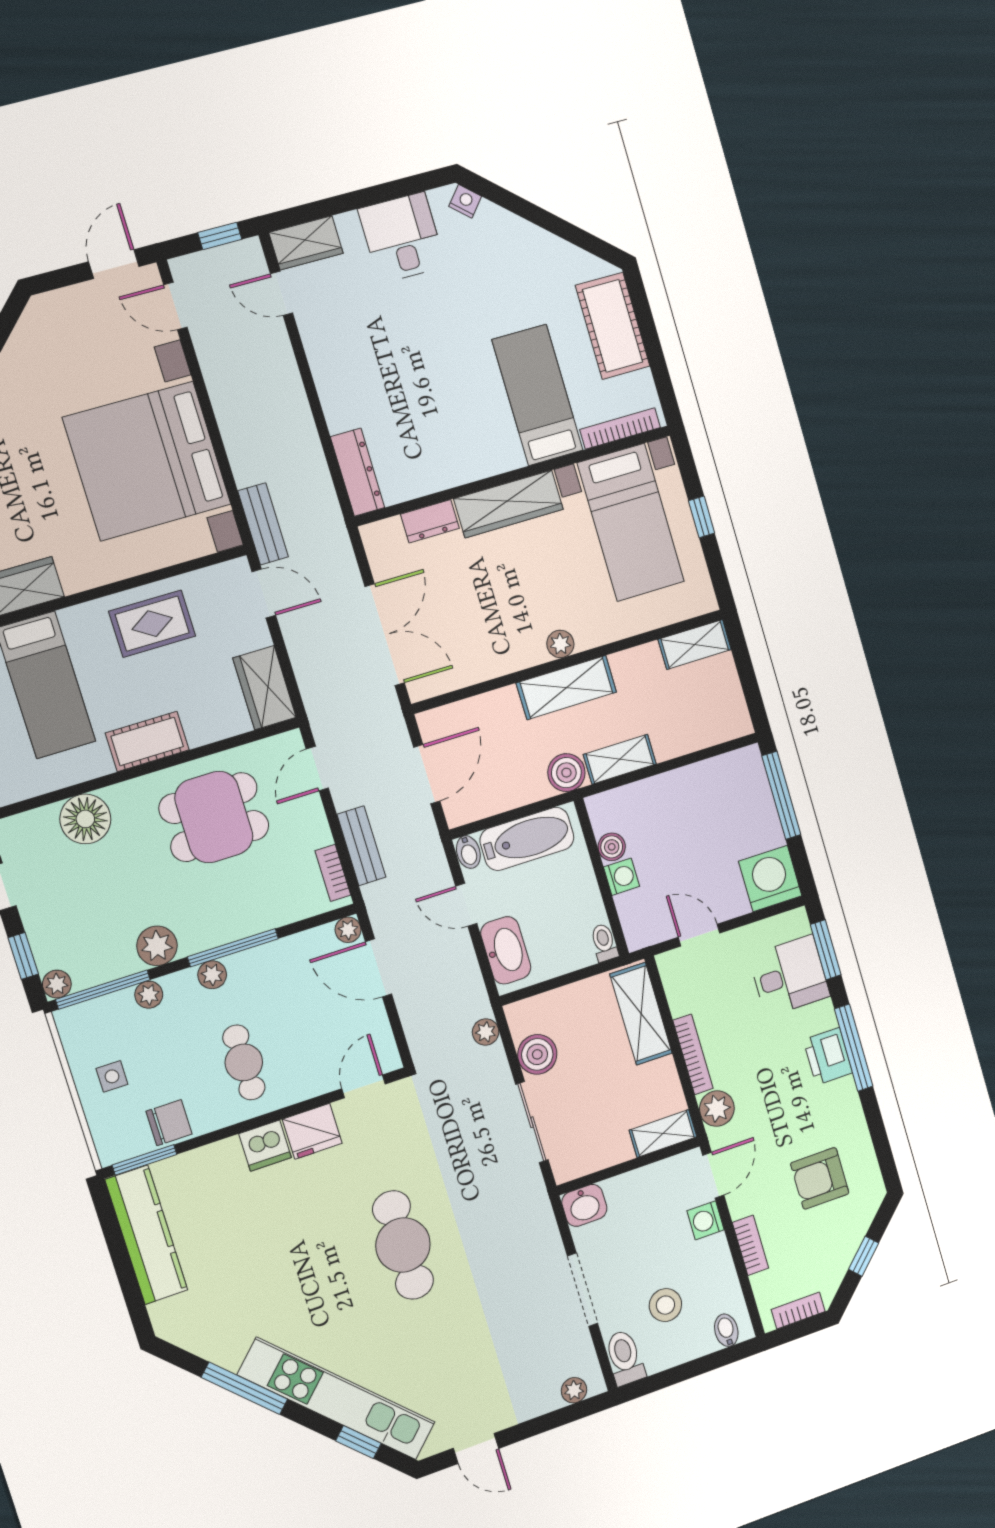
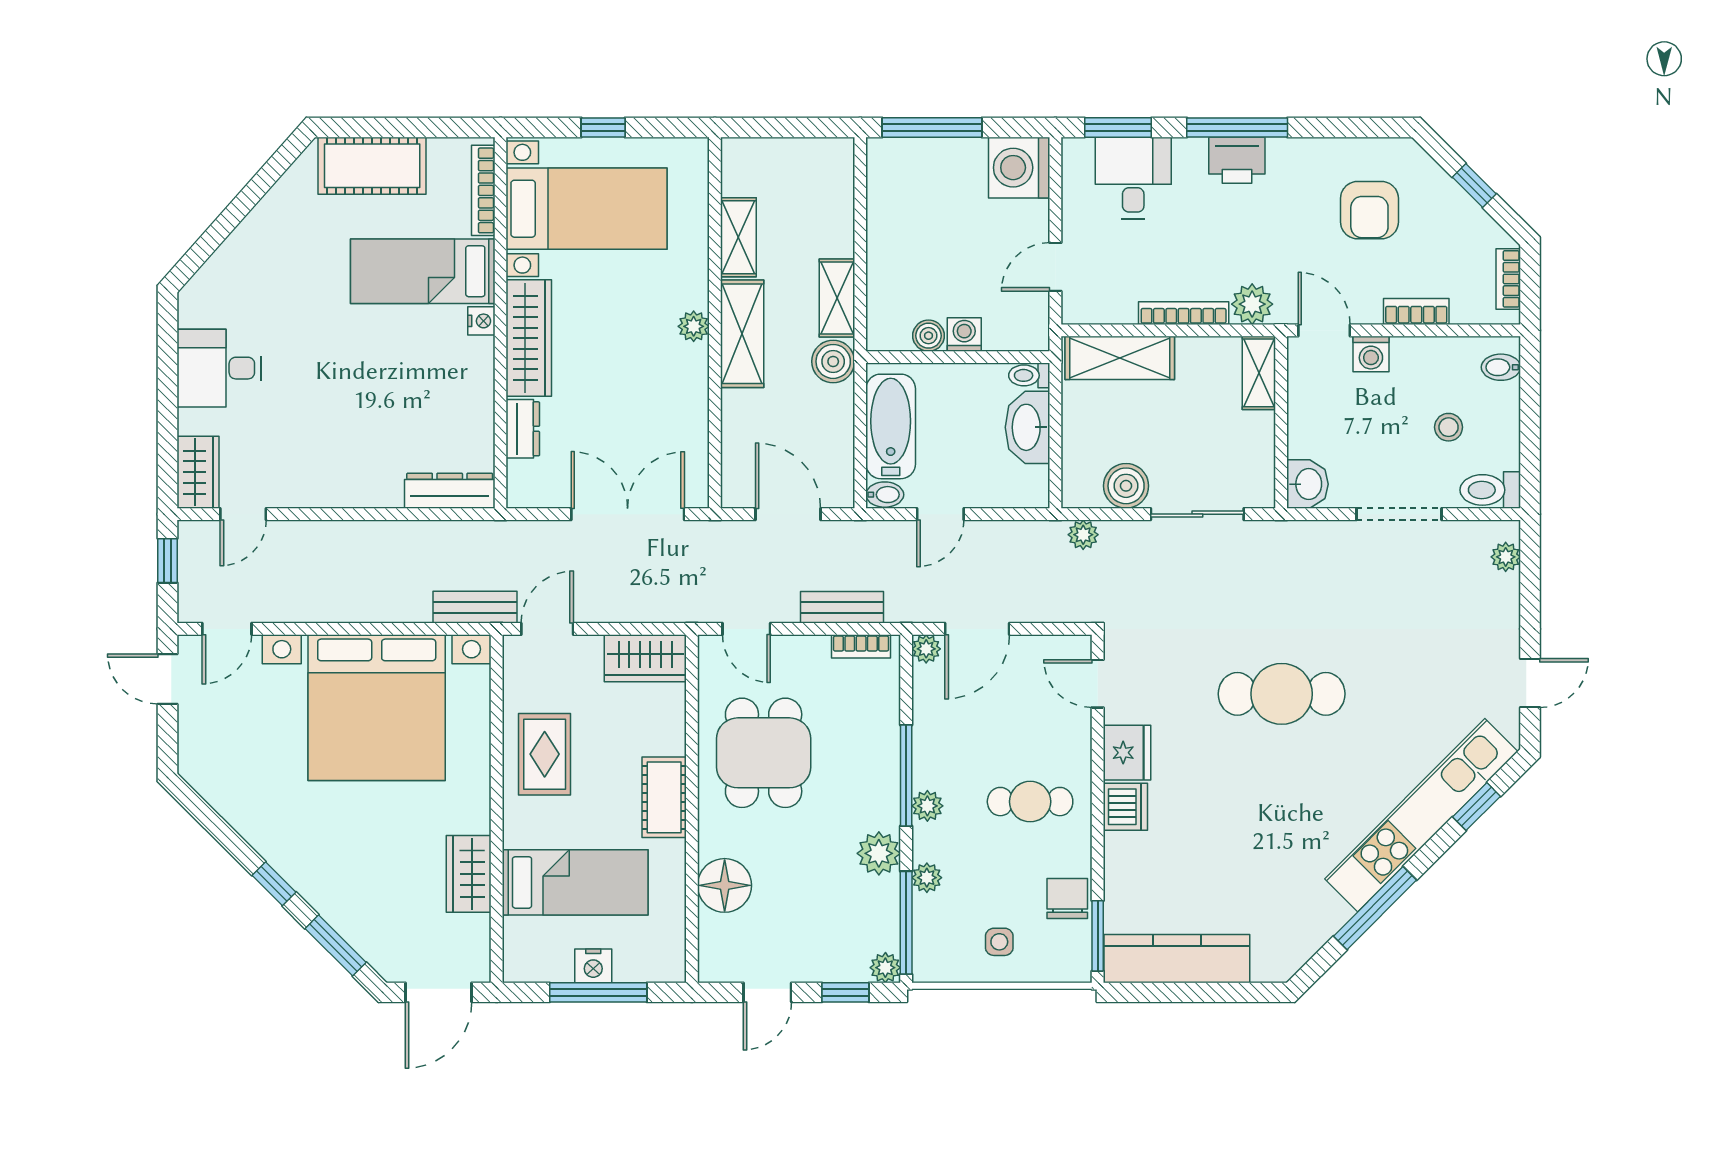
nightstand: (465, 201) -> (481, 321), moved, turned 138
shelving: (695, 644) -> (738, 237), moved
washbasin: (506, 950) -> (1028, 427), moved, turned -90
stool: (665, 1305) -> (1449, 427), width x0.73, depth x0.73

